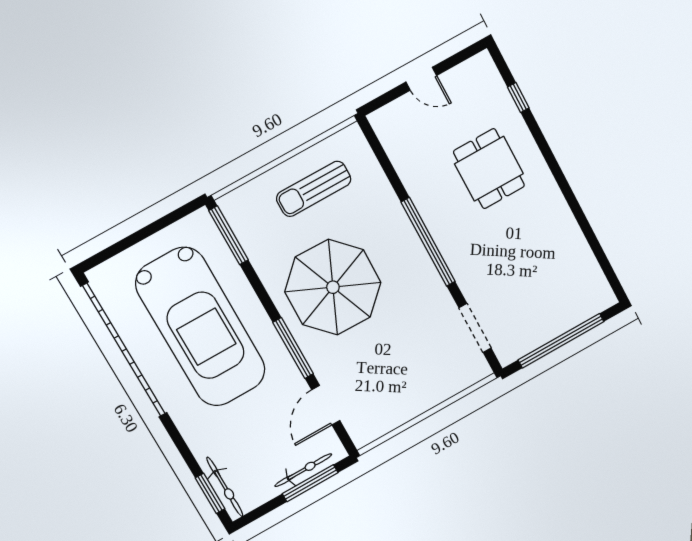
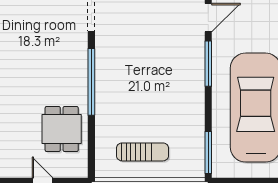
dining table: (489, 169) -> (62, 129), moved
parasol: (333, 287) -> (164, 87), removed

